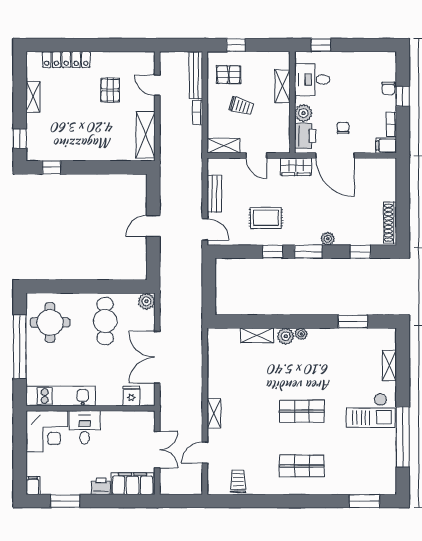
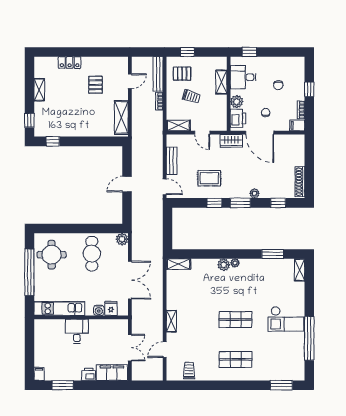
locker: (66, 60) -> (70, 63), width x0.66
door: (157, 85) -> (130, 81), swing flipped
chair: (388, 88) -> (278, 85), moved
shelving: (257, 335) -> (178, 264), moved
double door: (157, 357) -> (130, 280), swing flipped
shelving: (389, 366) -> (300, 270), moved
water cooler: (115, 399) -> (99, 310), added
corner desk: (47, 431) -> (49, 334), removed

